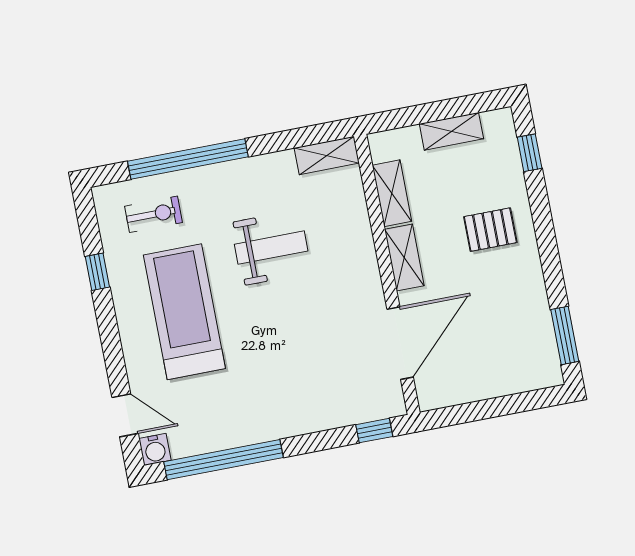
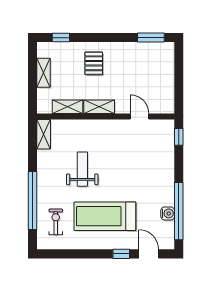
window: (97, 272) -> (121, 254), moved
door: (400, 343) -> (140, 117), width x0.53
door: (125, 415) -> (149, 254), hinge flipped
water cooler: (155, 449) -> (168, 213), moved

